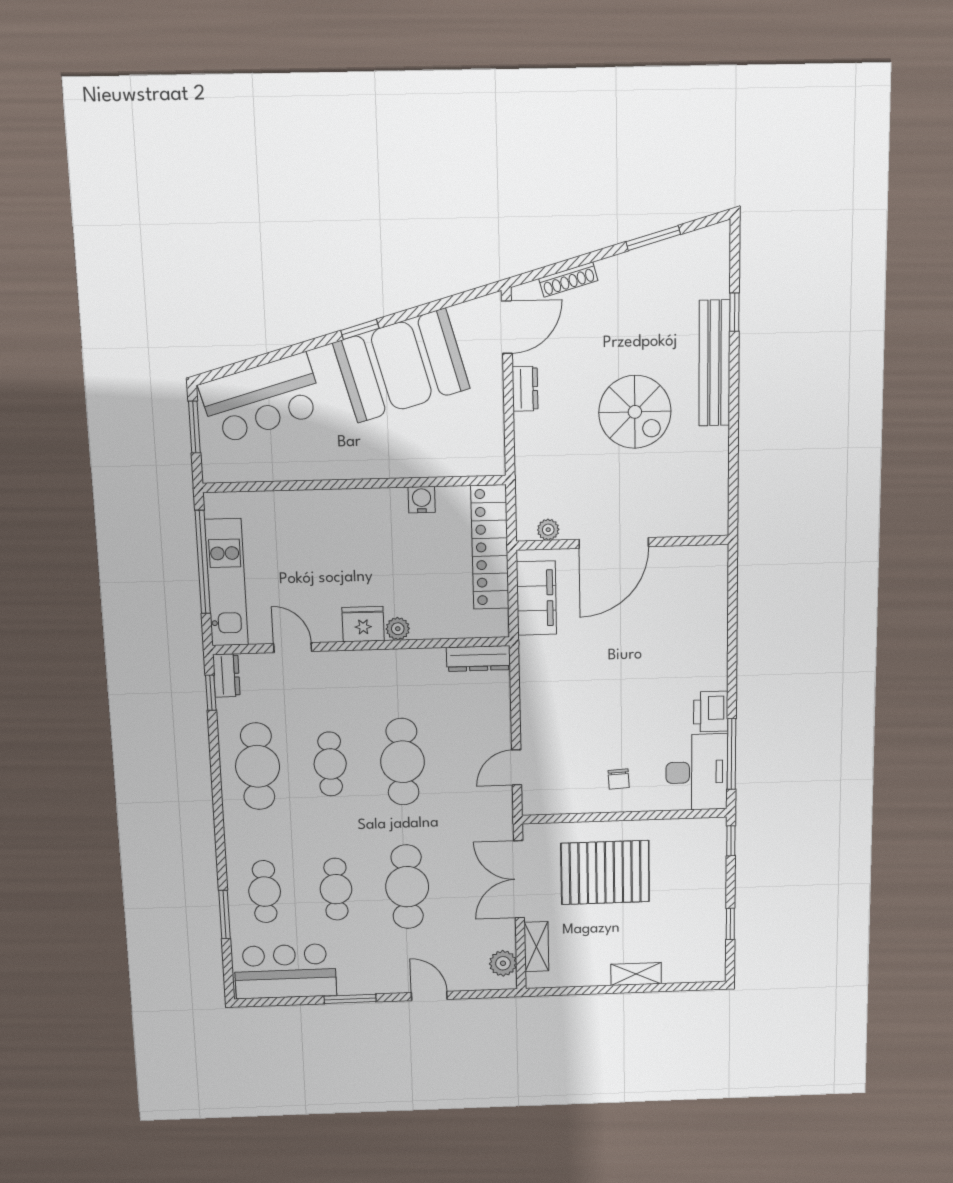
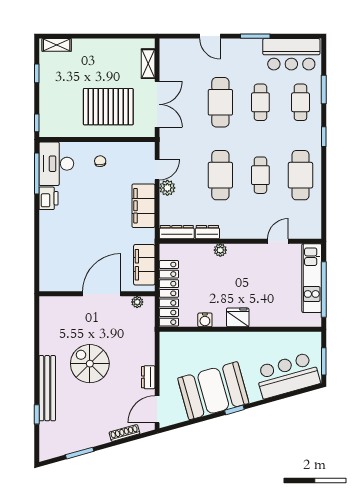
fridge: (363, 624) -> (238, 317), moved, turned 180
door: (293, 648) -> (278, 241), swing flipped
dresser: (226, 675) -> (207, 232), moved, turned 90
window: (211, 693) -> (324, 137), moved
filing cabinet: (540, 704) -> (143, 206), added
plant: (503, 963) -> (167, 188), moved
shelving: (636, 974) -> (57, 45), moved

